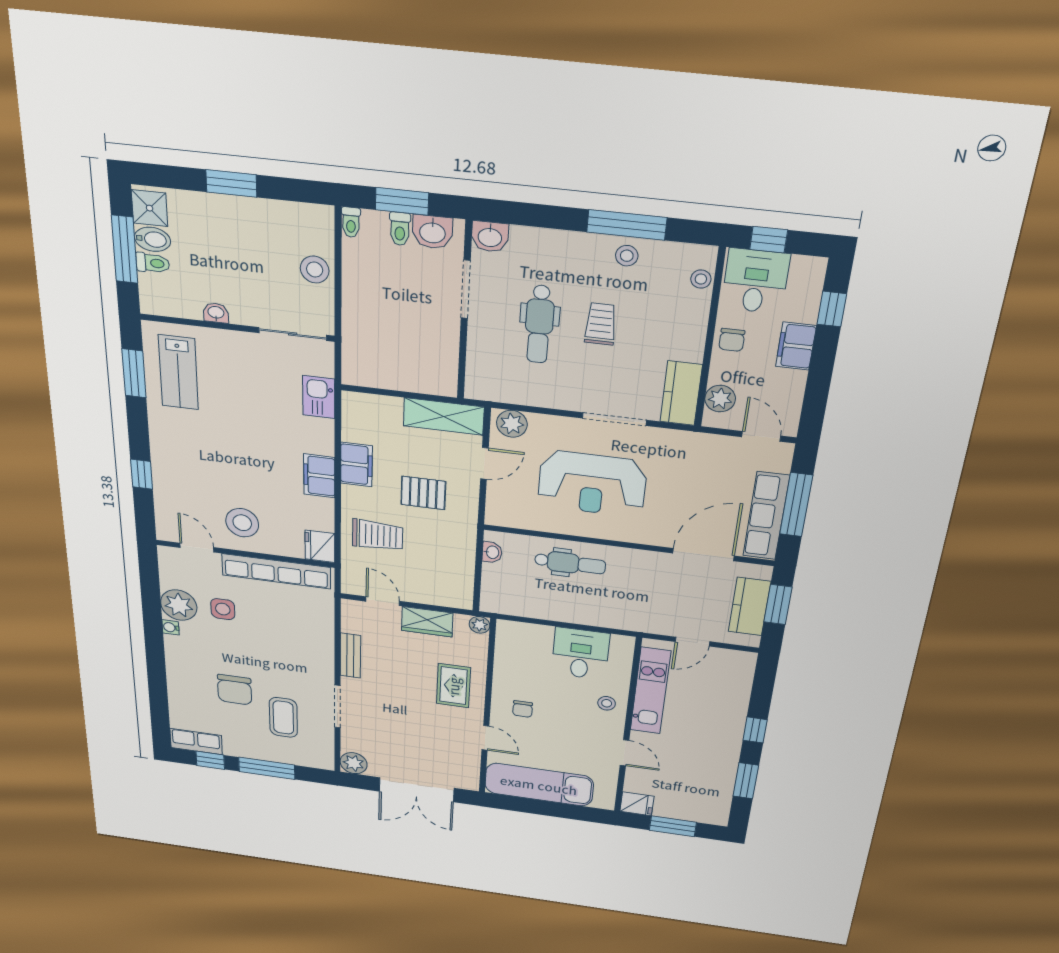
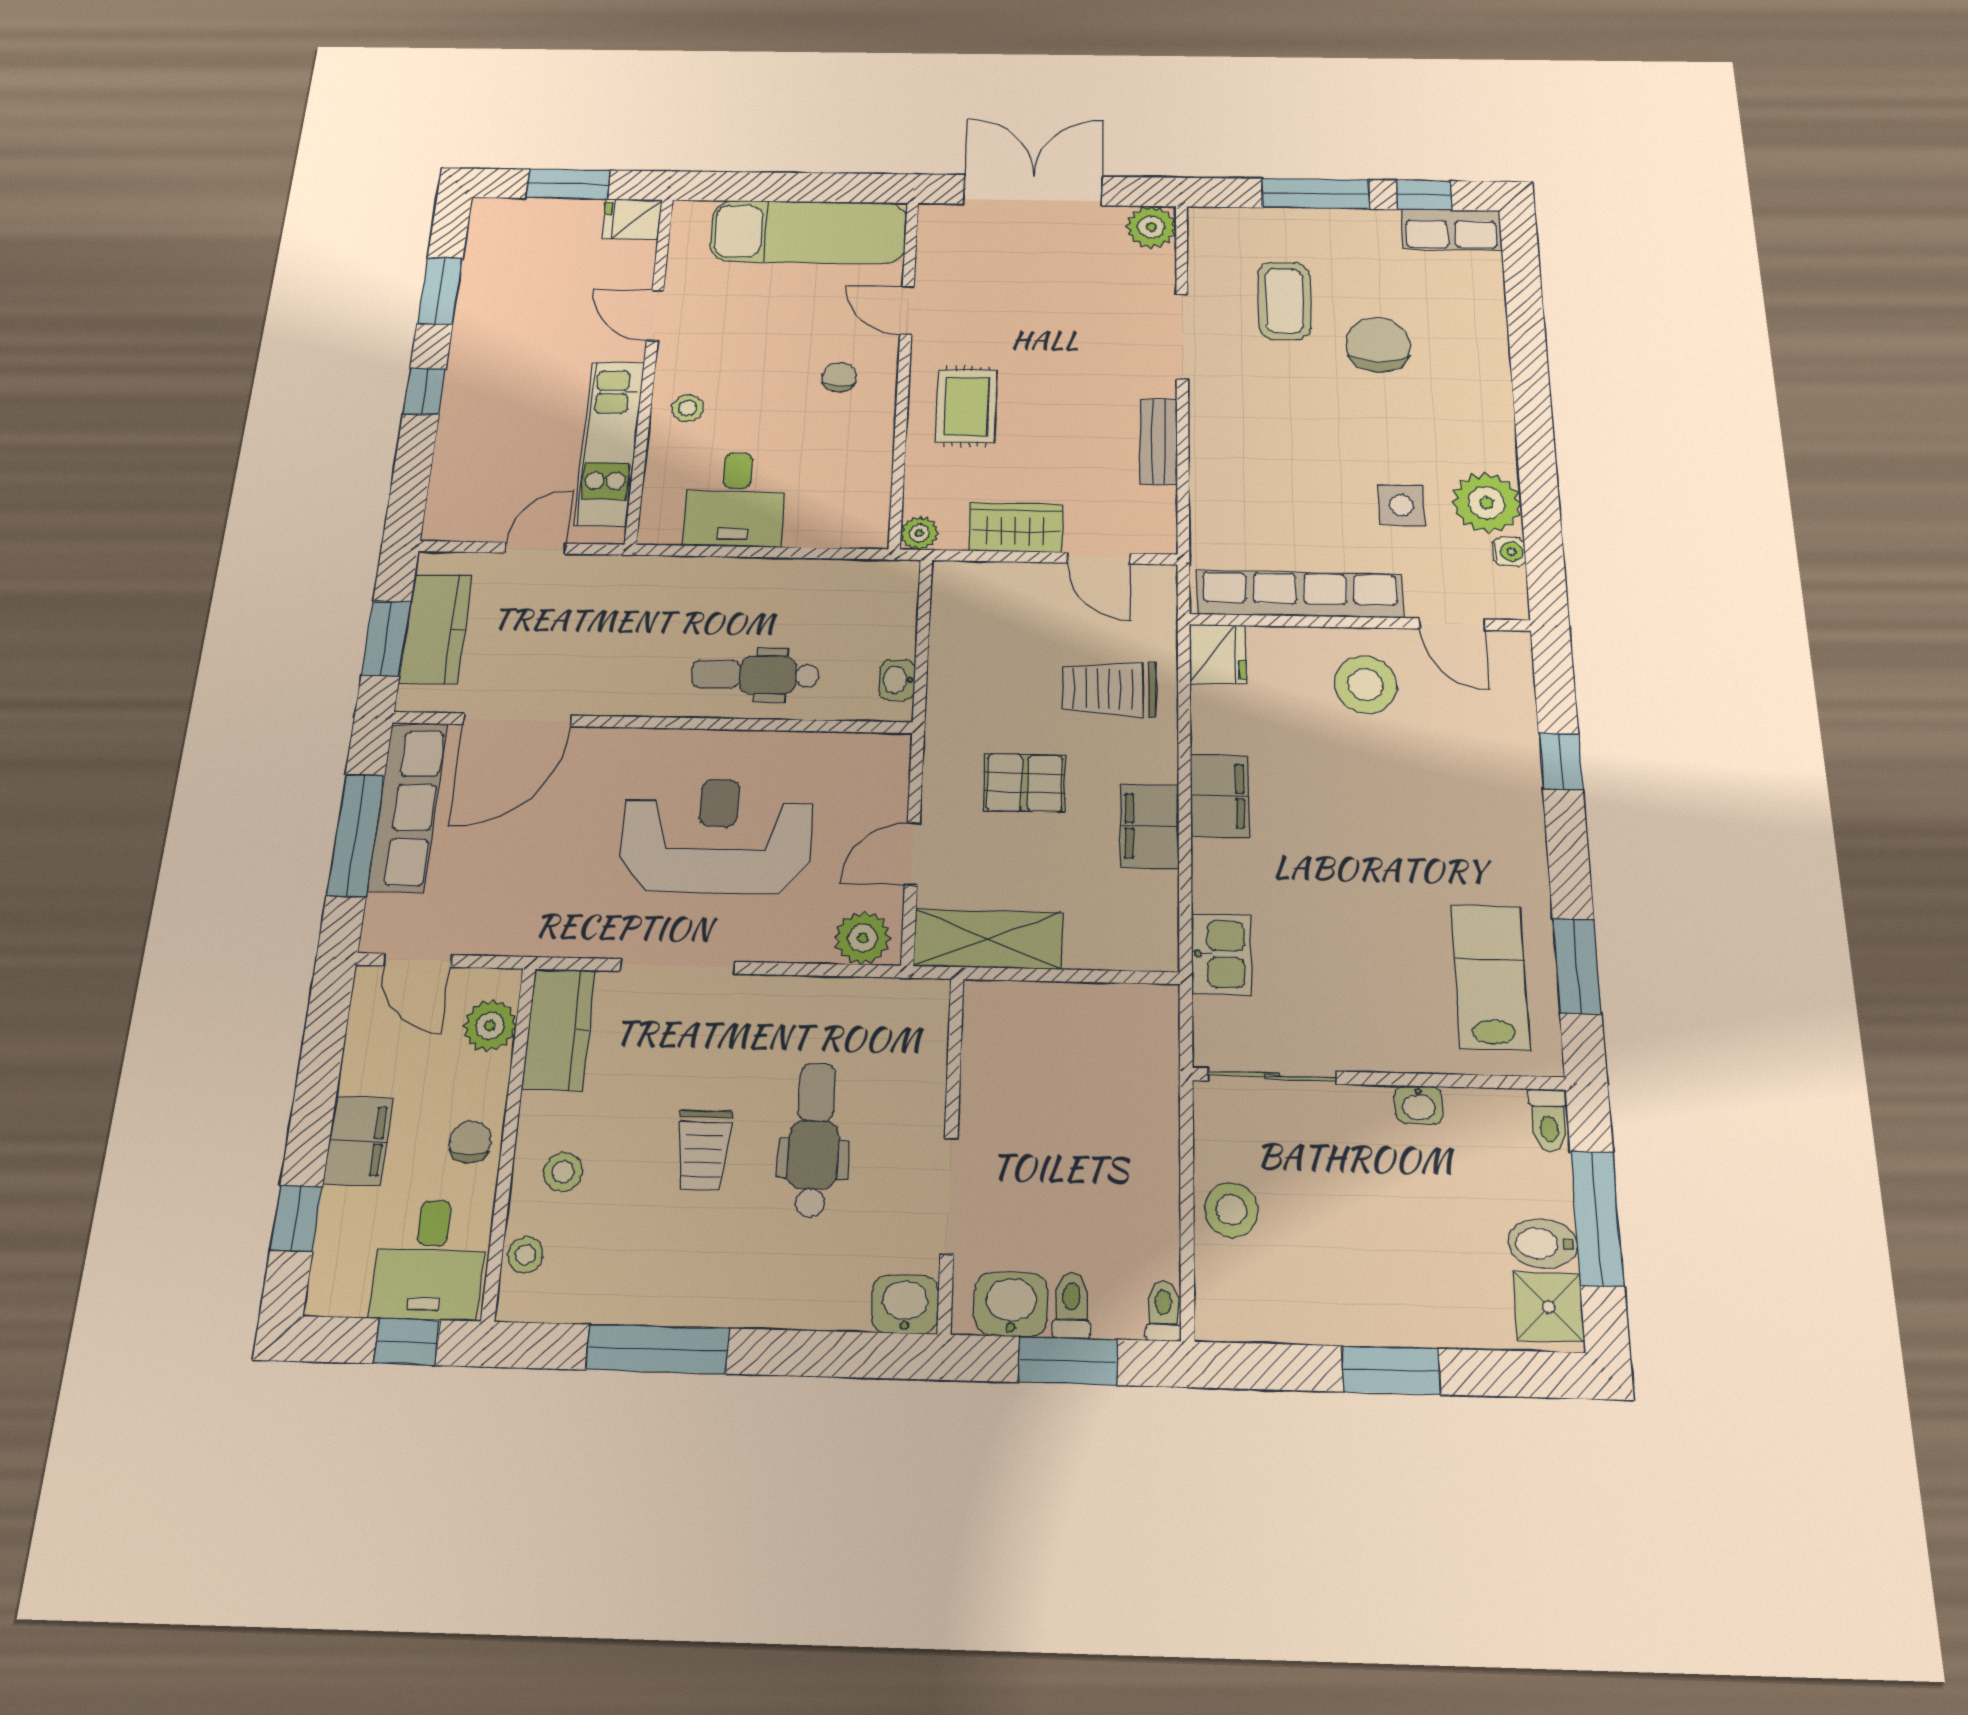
stool: (627, 256) -> (563, 1172), moved
toilet: (153, 263) -> (1549, 1120), moved, turned -90
water cooler: (171, 627) -> (1509, 552), moved

